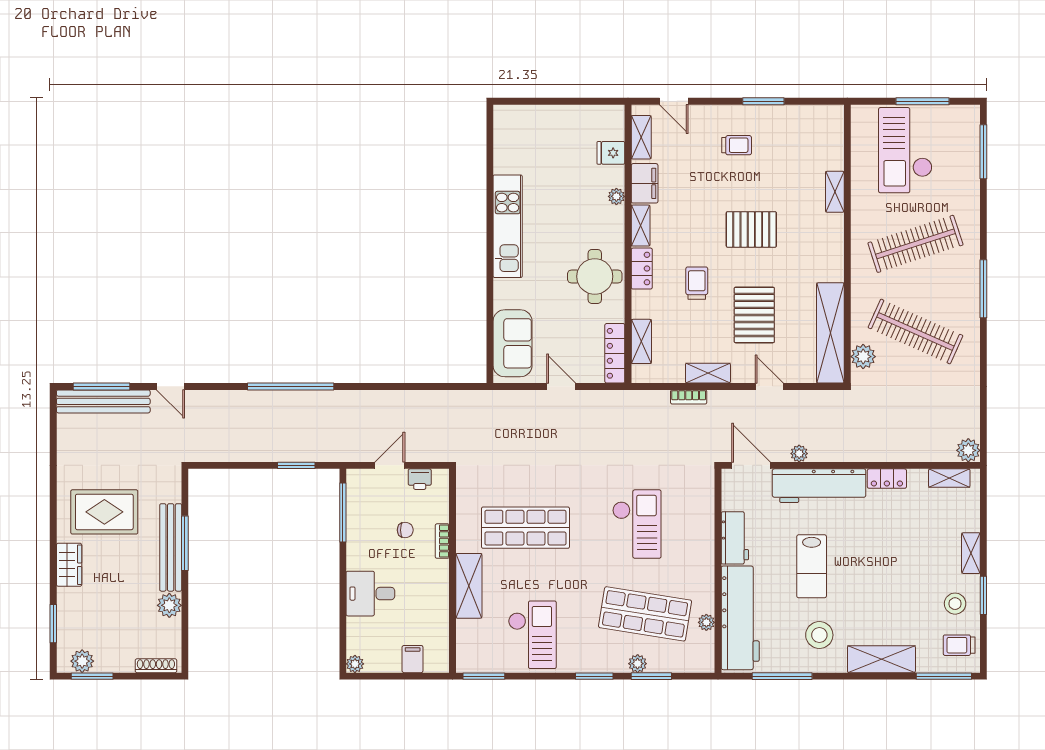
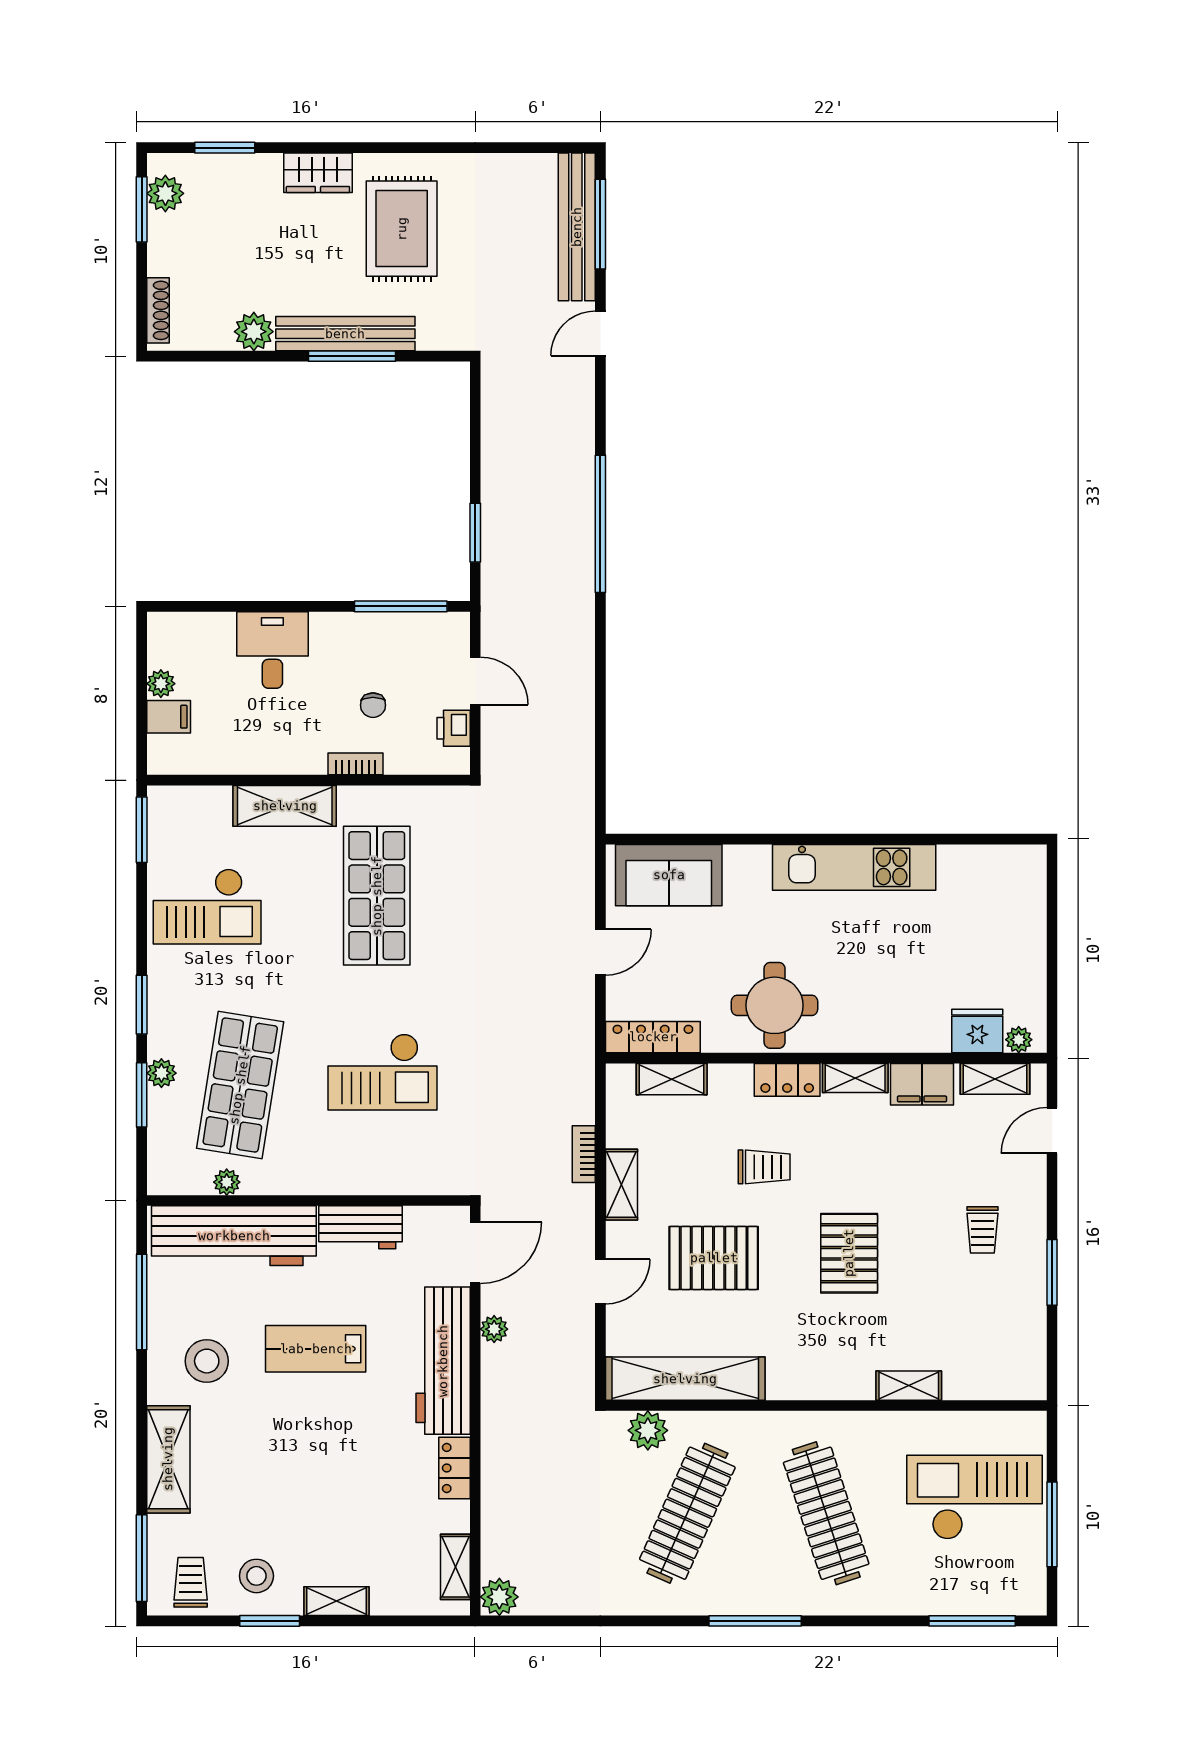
fridge: (611, 153) -> (977, 1031), width x1.38
plant: (616, 196) -> (1019, 1040), moved
plant: (355, 664) -> (161, 684), moved

